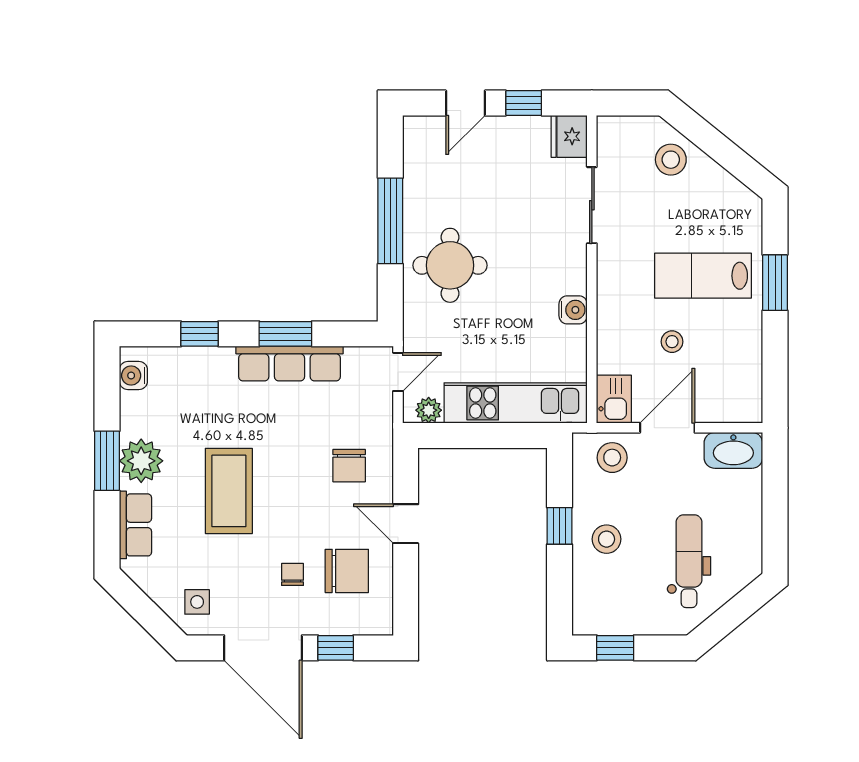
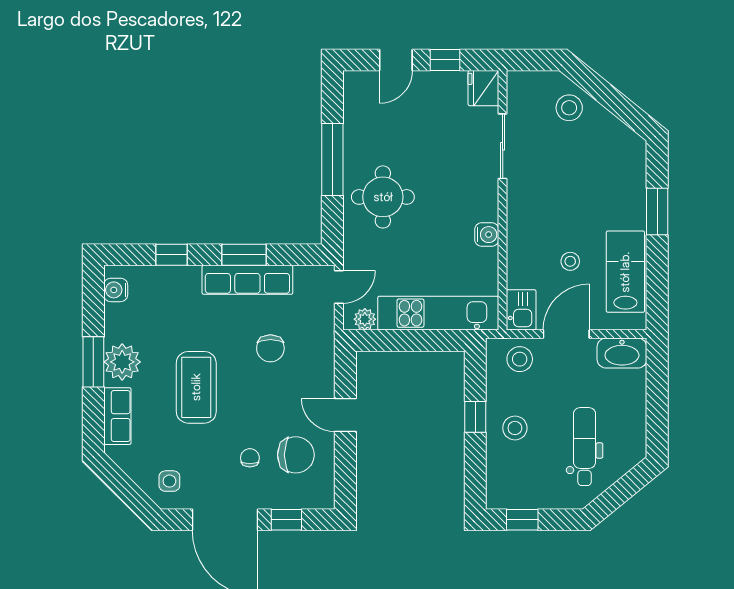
lab bench: (703, 276) -> (625, 272), moved, turned 90
chair: (349, 466) -> (270, 348), moved

